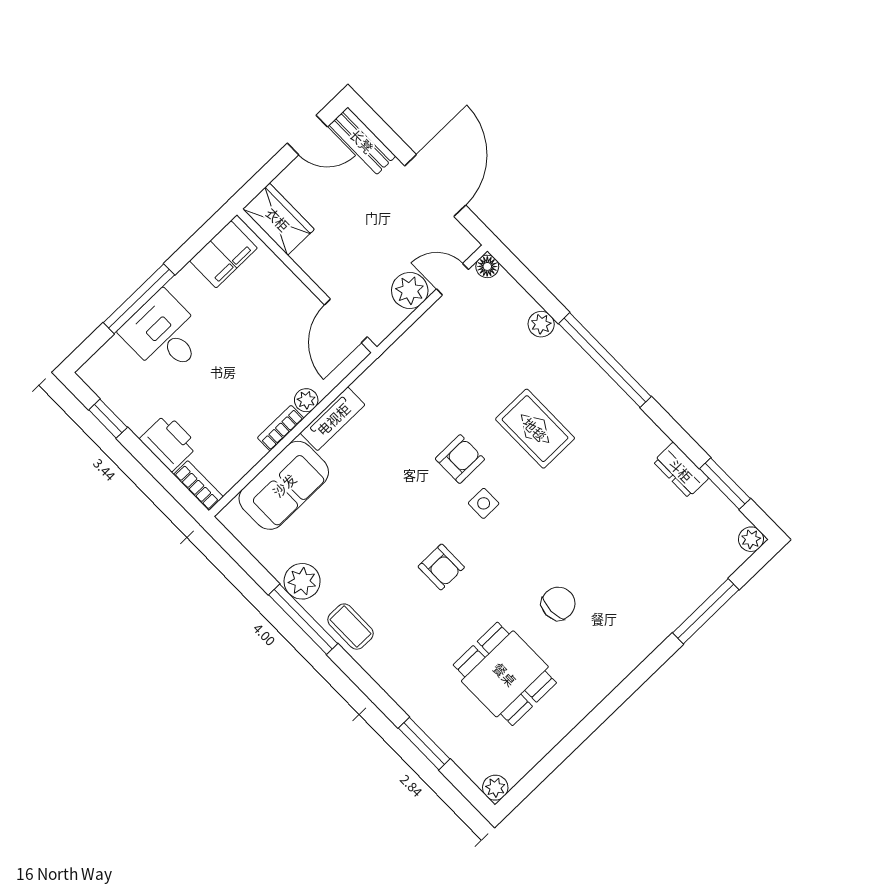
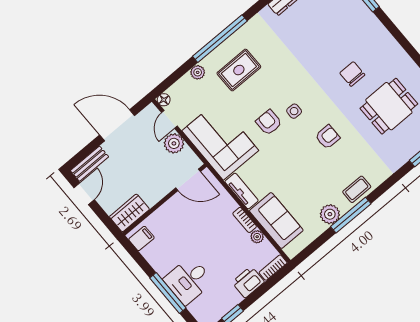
filing cabinet: (223, 254) -> (141, 239), width x0.50
corner sofa: (421, 374) -> (220, 141), added
plant: (306, 400) -> (257, 237), moved
rug: (535, 429) -> (239, 70), moved

